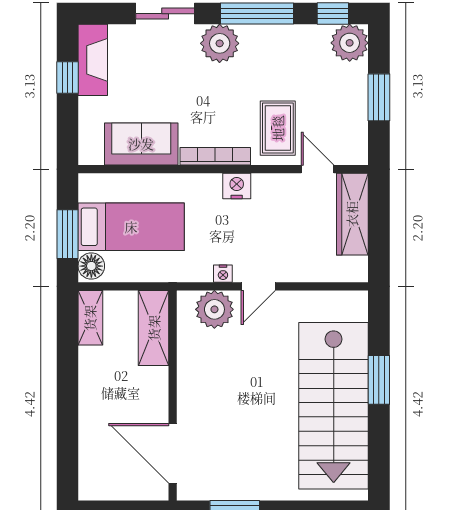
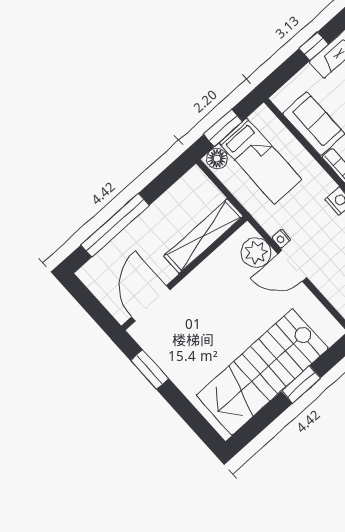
door: (258, 286) -> (292, 266), width x1.38
shelving: (90, 318) -> (186, 185), removed
shelving: (154, 328) -> (203, 236), width x1.47
window: (67, 420) -> (115, 225), added

